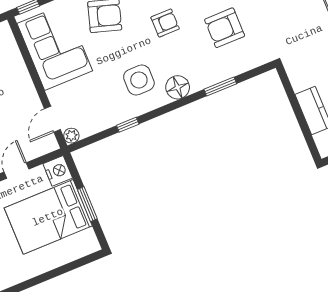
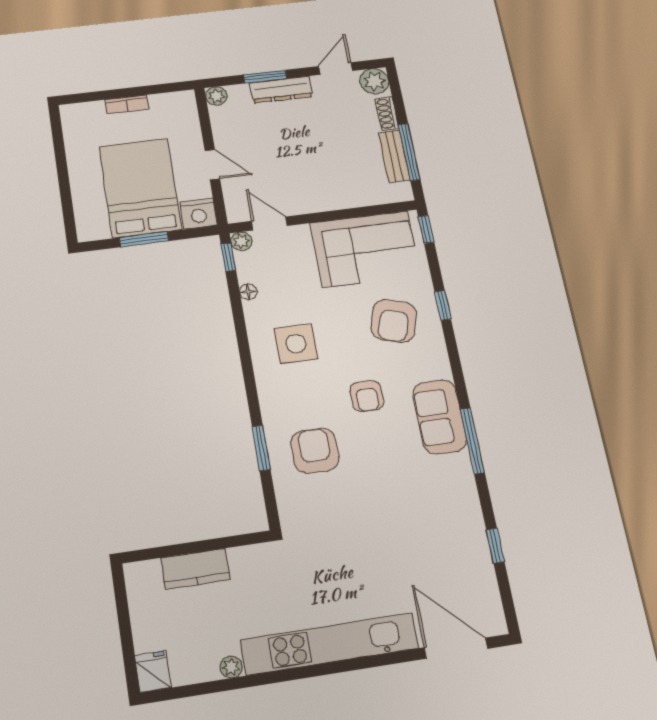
armchair: (225, 28) -> (315, 451), moved
floor lamp: (178, 87) -> (248, 292), moved, width x0.53, depth x0.53
window: (128, 125) -> (228, 257), moved

